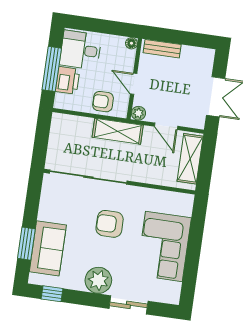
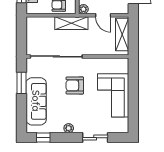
window: (26, 244) -> (21, 83), moved
sofa: (48, 248) -> (36, 101), width x1.36
plant: (98, 280) -> (69, 128), width x0.53, depth x0.53

